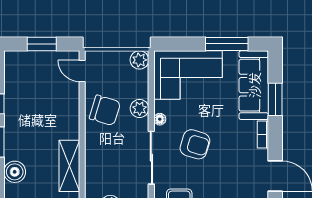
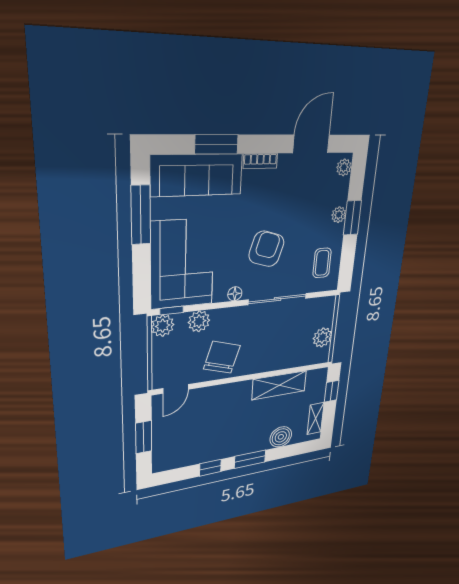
window: (151, 67) -> (172, 311), added
plant: (140, 108) -> (199, 321), moved

